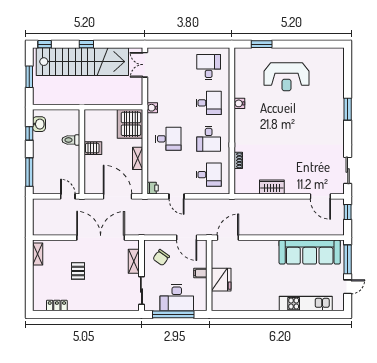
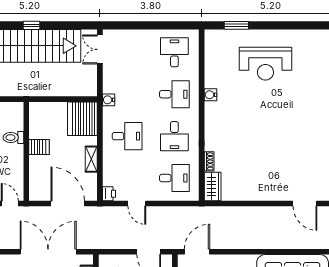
wardrobe: (272, 187) -> (213, 187), moved, turned 90

